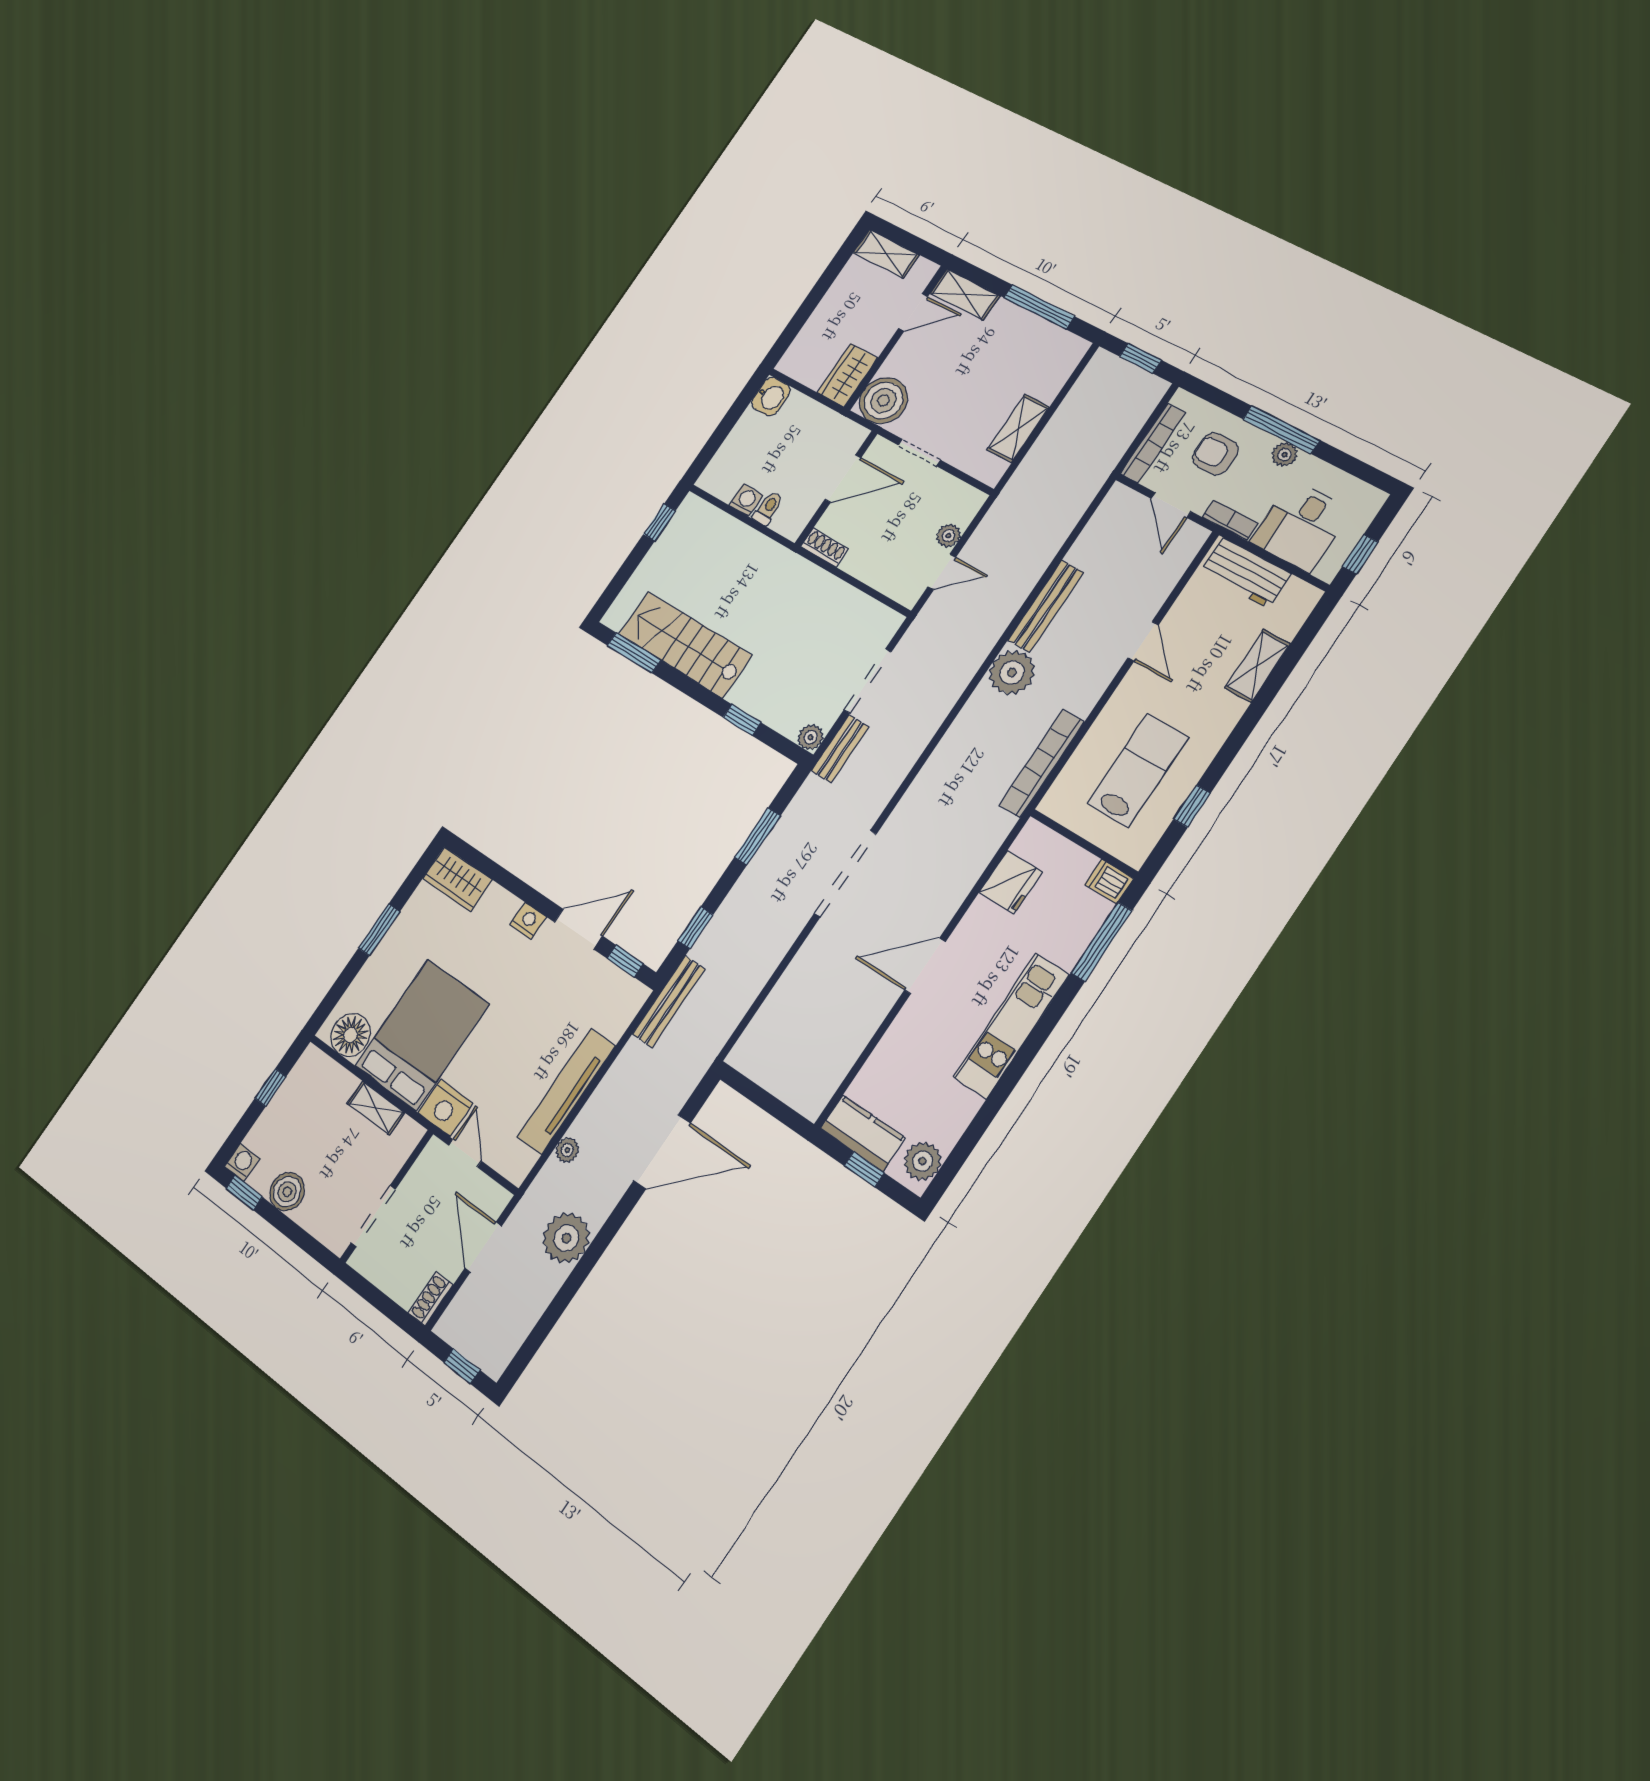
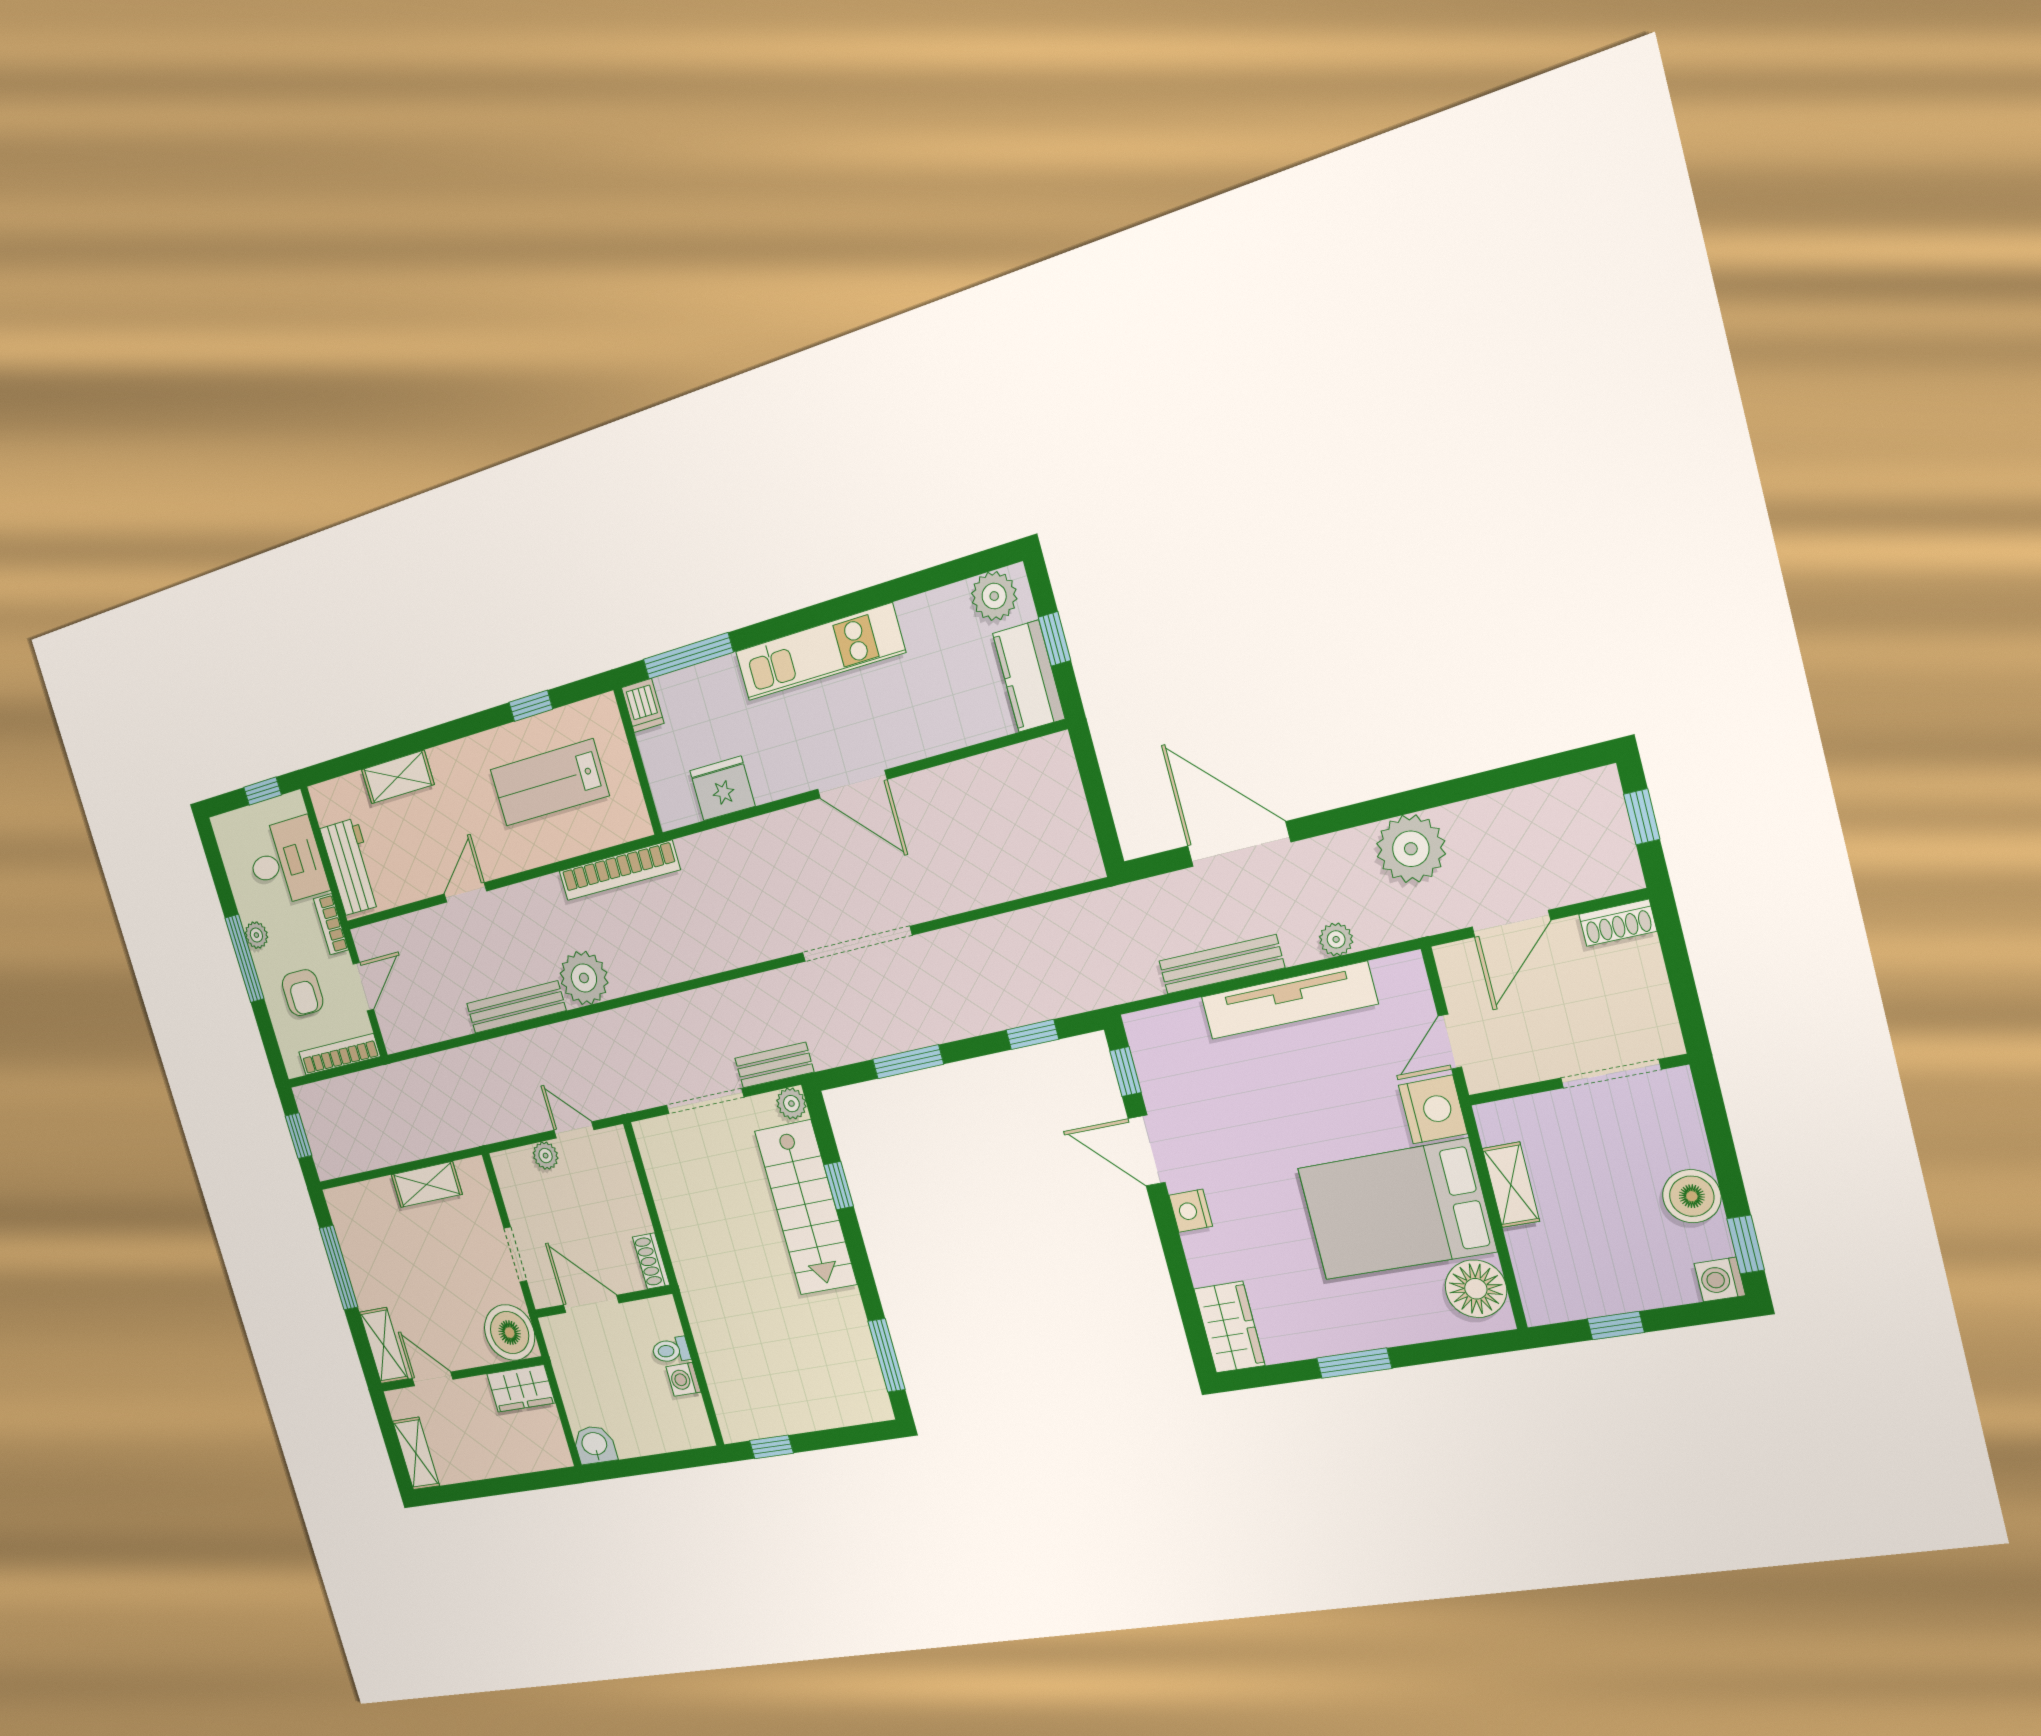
stairs: (685, 645) -> (806, 1208), moved
bench: (669, 1002) -> (1221, 964), moved

